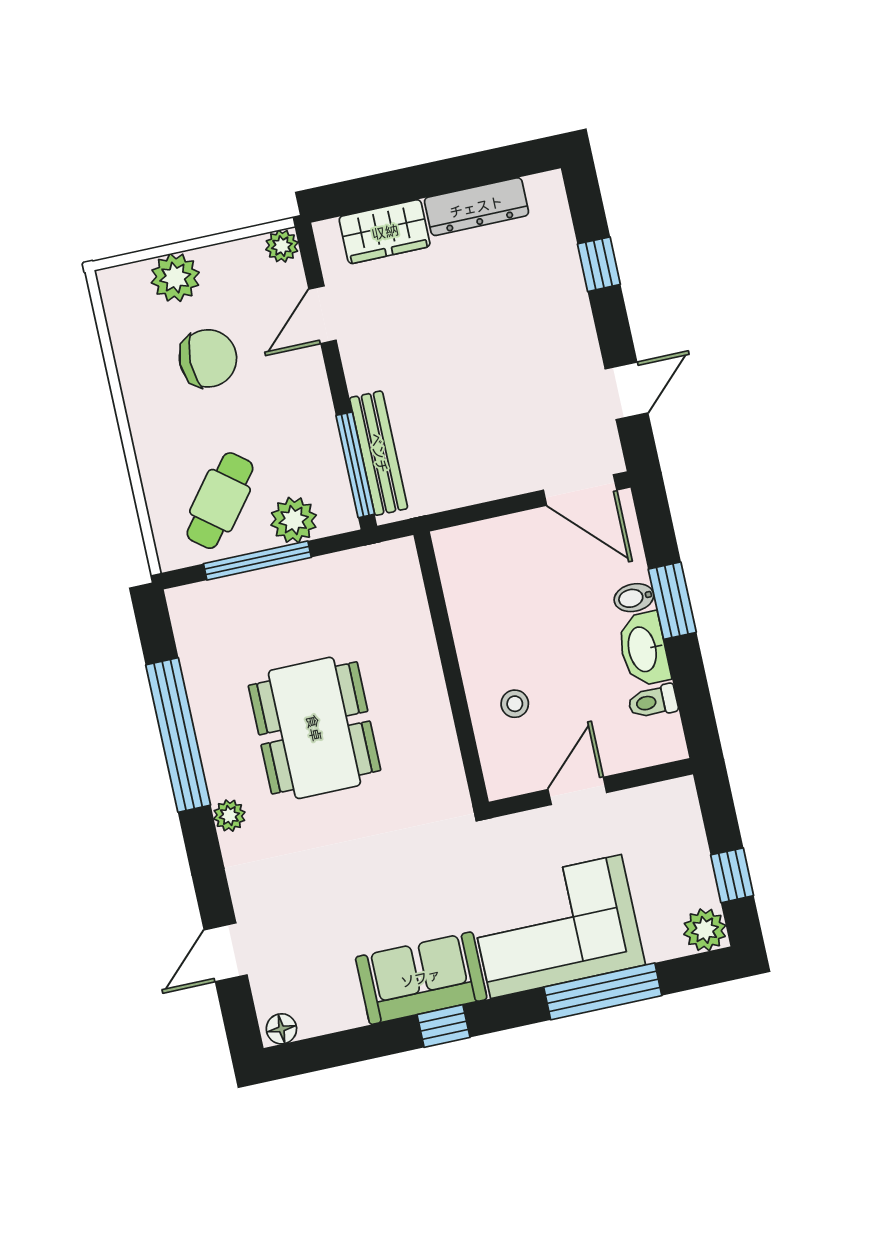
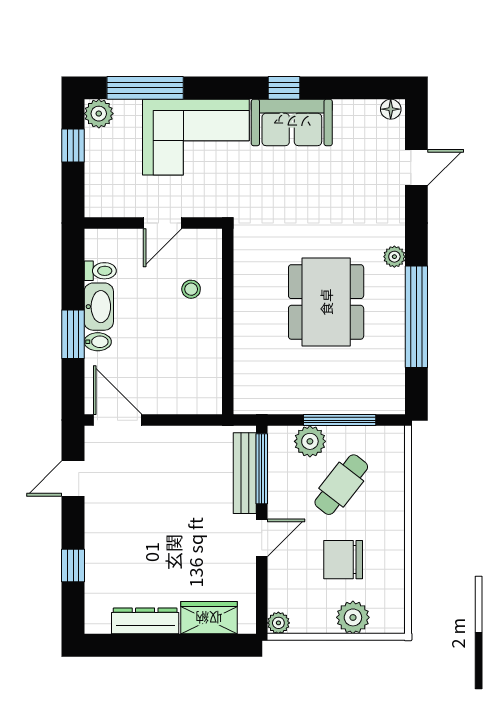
door: (322, 315) -> (262, 538), moved
cafe table: (220, 501) -> (341, 485), moved
window: (603, 991) -> (145, 88), moved

